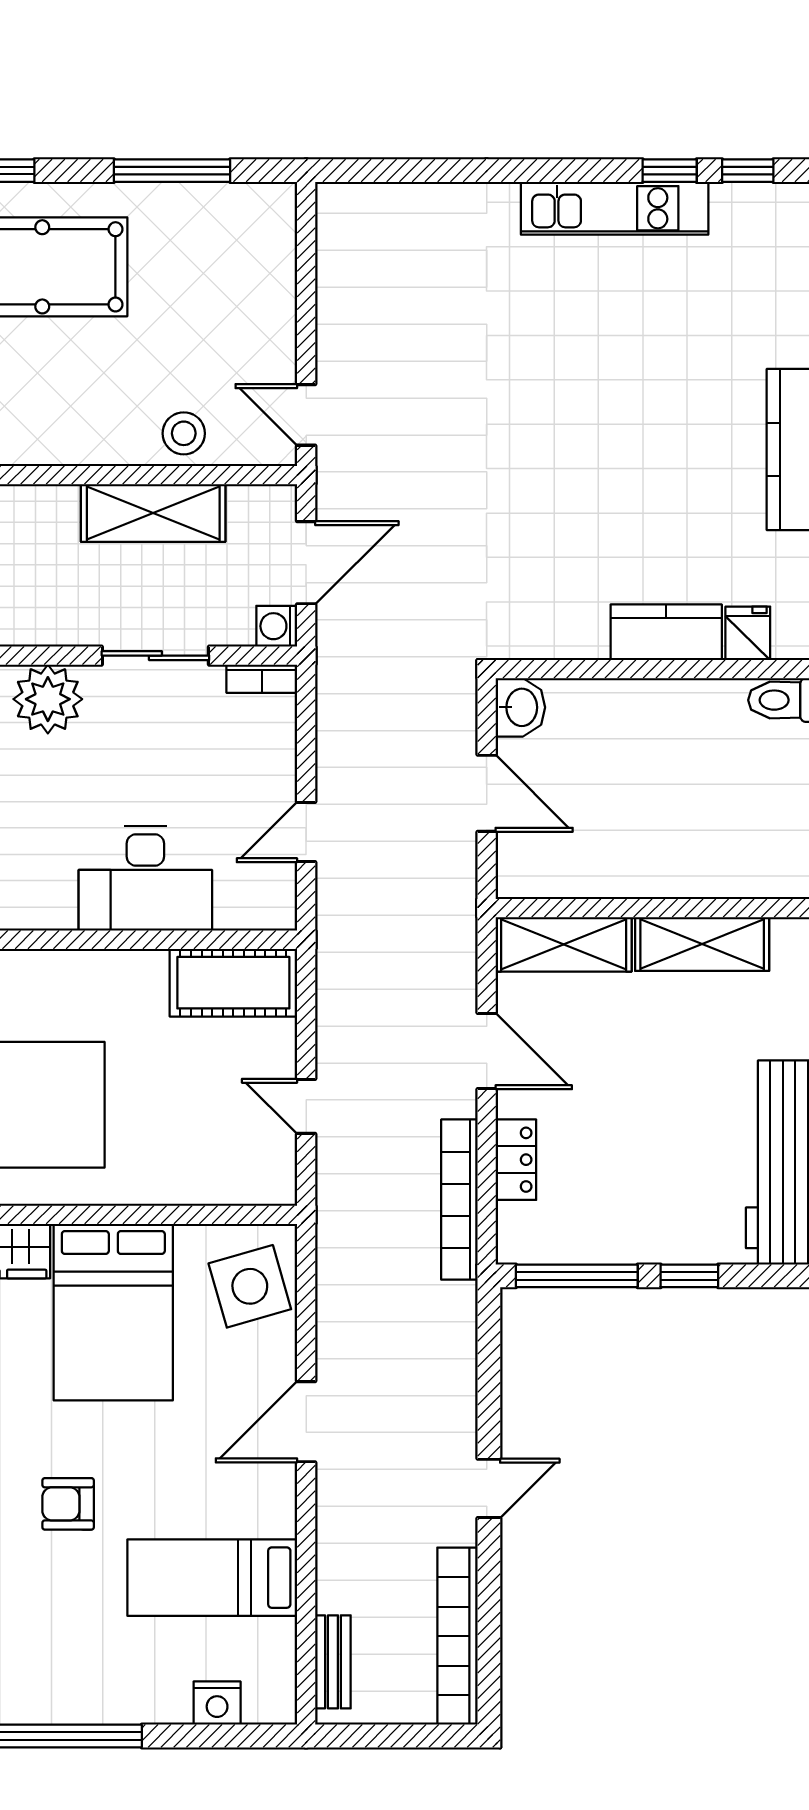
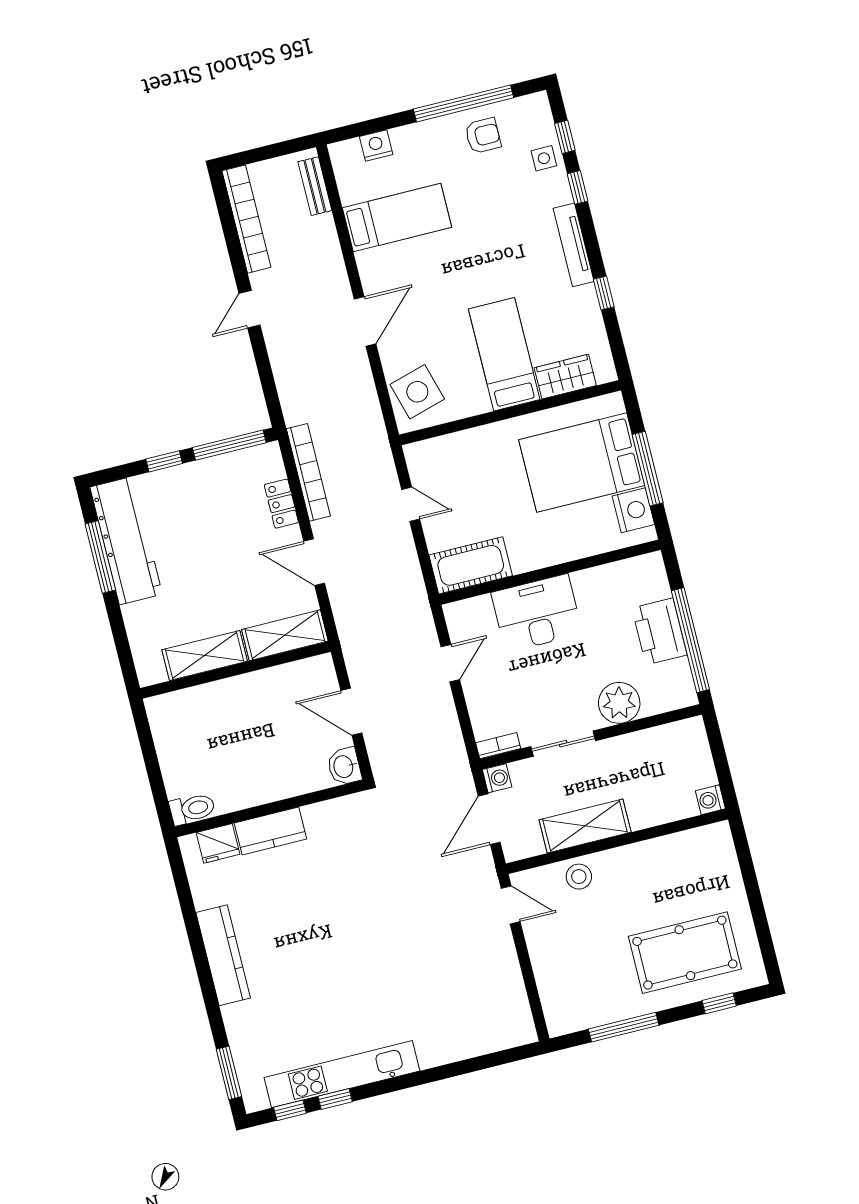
kitchen unit: (615, 208) -> (342, 1074), width x1.36
fridge: (748, 633) -> (218, 843), width x1.38
bed: (113, 1312) -> (504, 354), width x0.67
armchair: (68, 1504) -> (483, 136), moved

